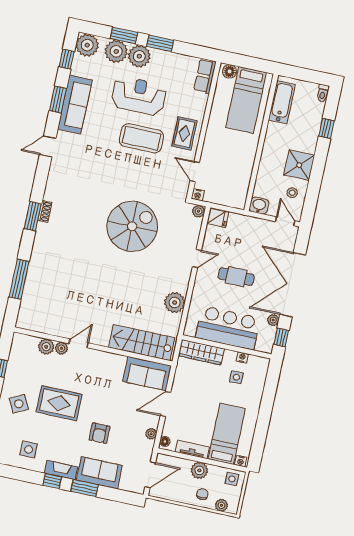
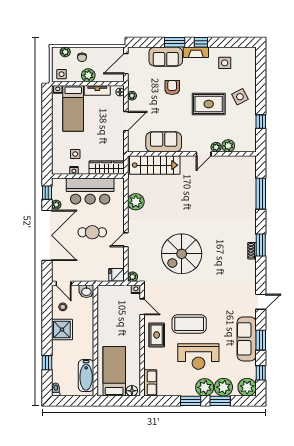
sofa: (147, 374) -> (164, 142), moved

